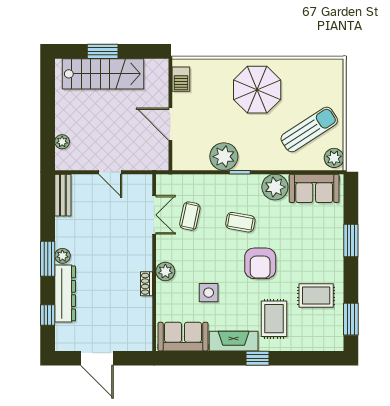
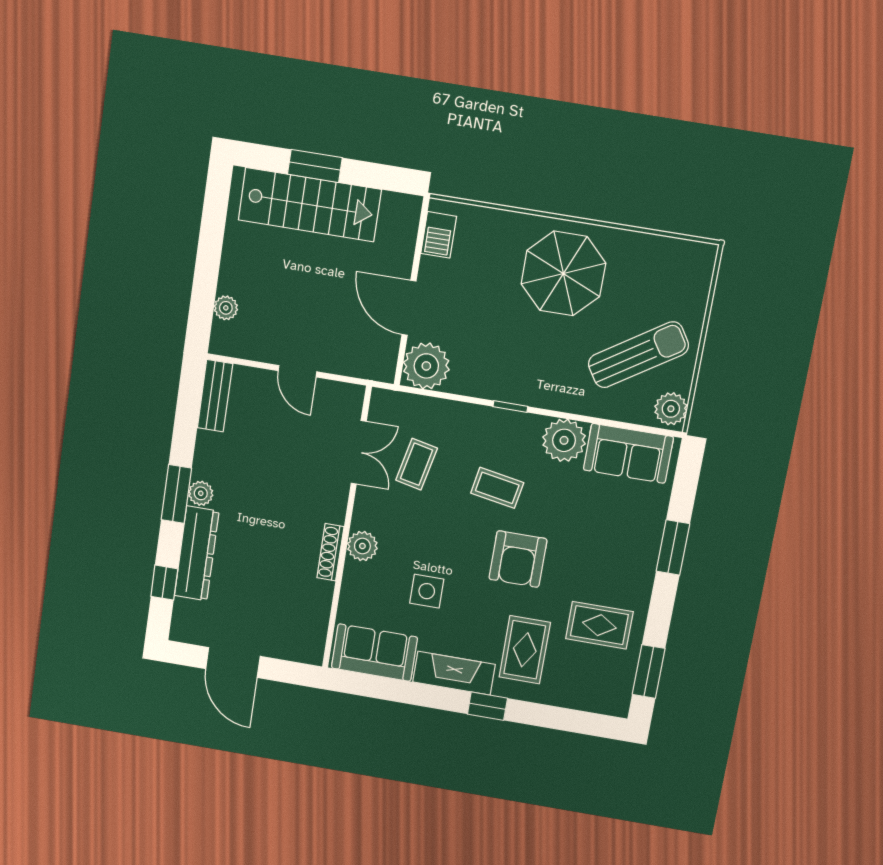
plant: (224, 157) -> (426, 366), moved
shoe rack: (147, 284) -> (330, 552), width x1.43

